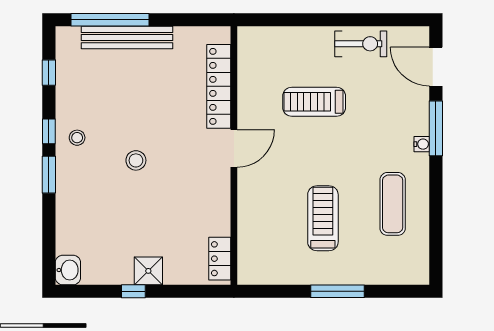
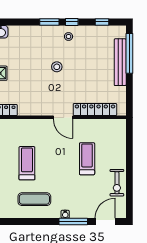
treadmill: (323, 218) -> (27, 163), turned -90

